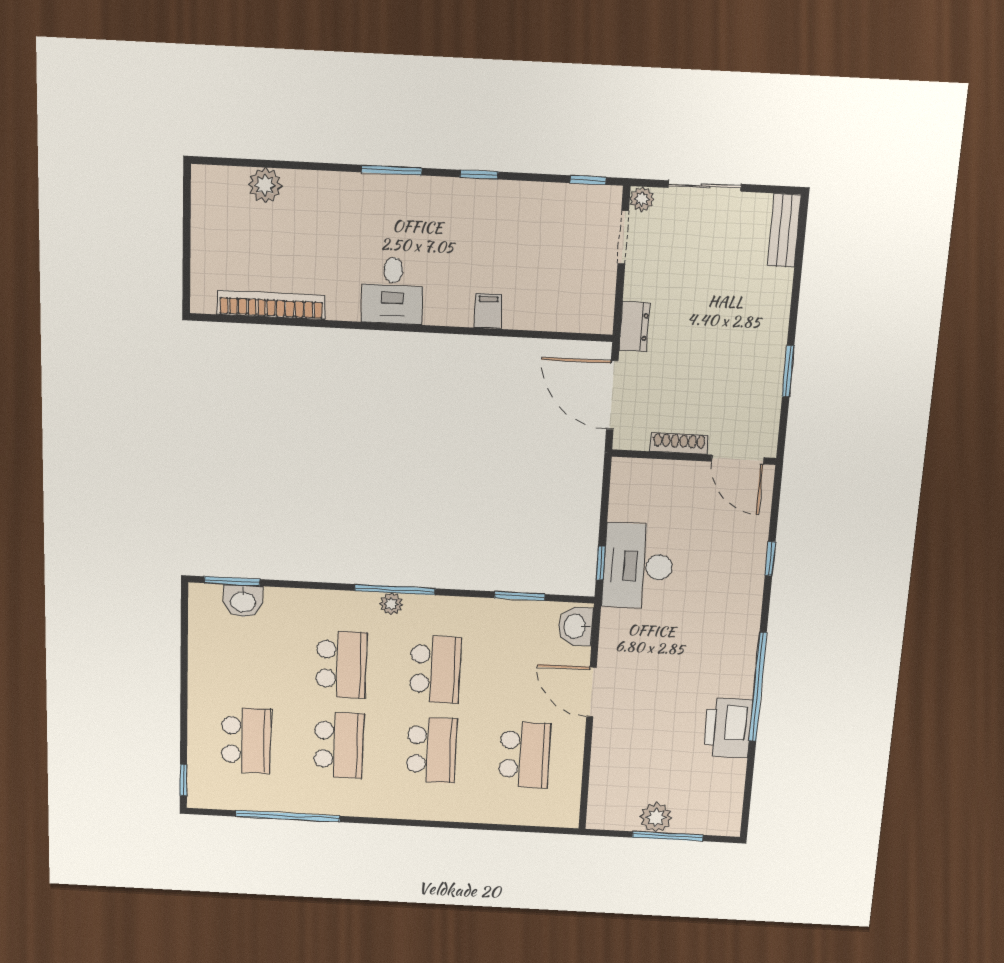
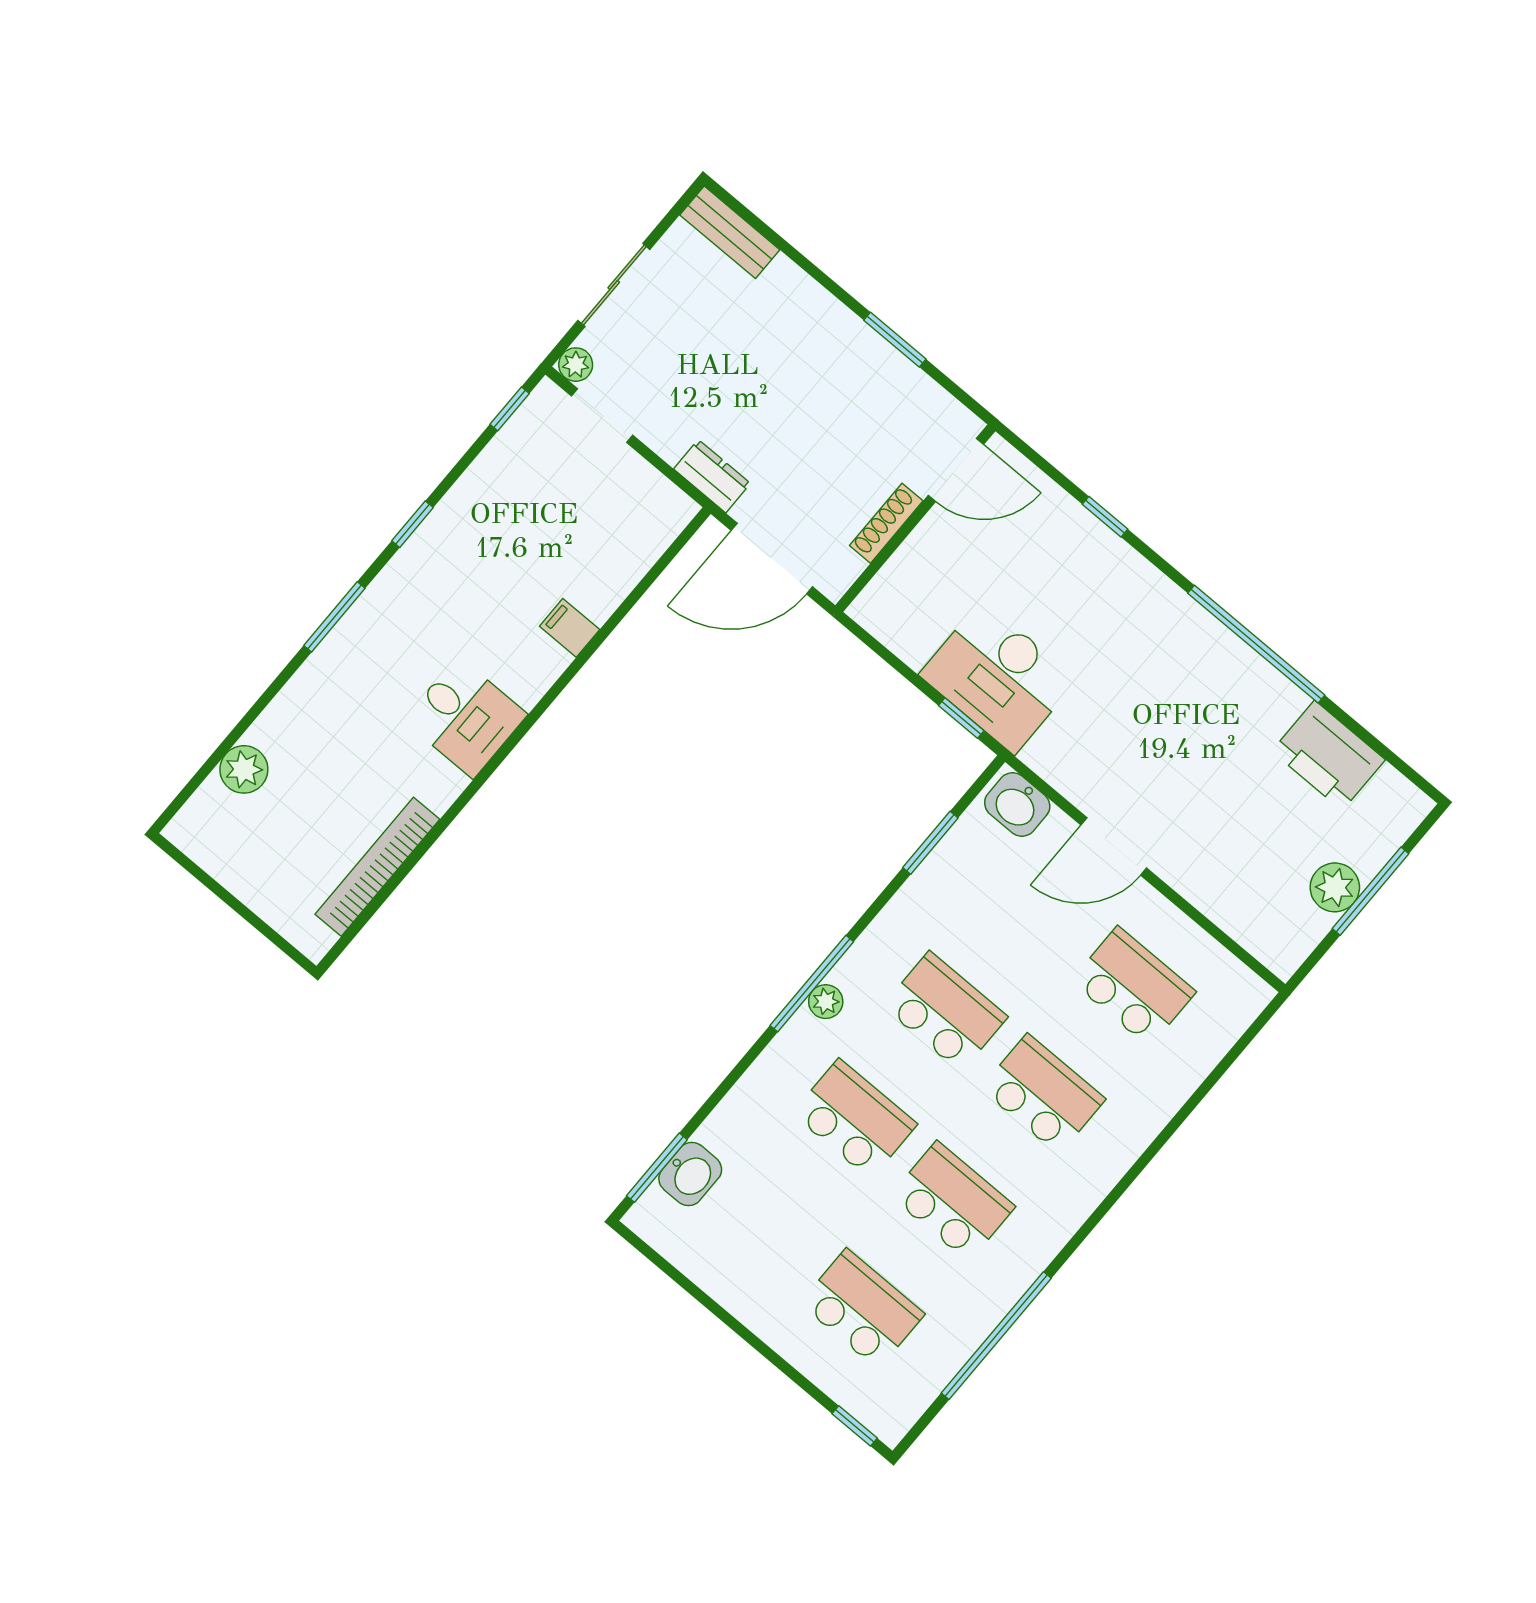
printer: (728, 728) -> (1328, 755), moved

